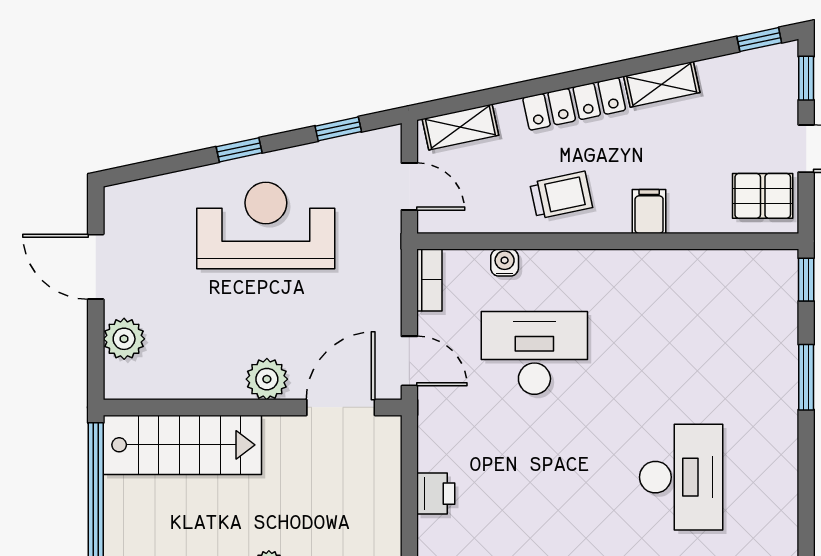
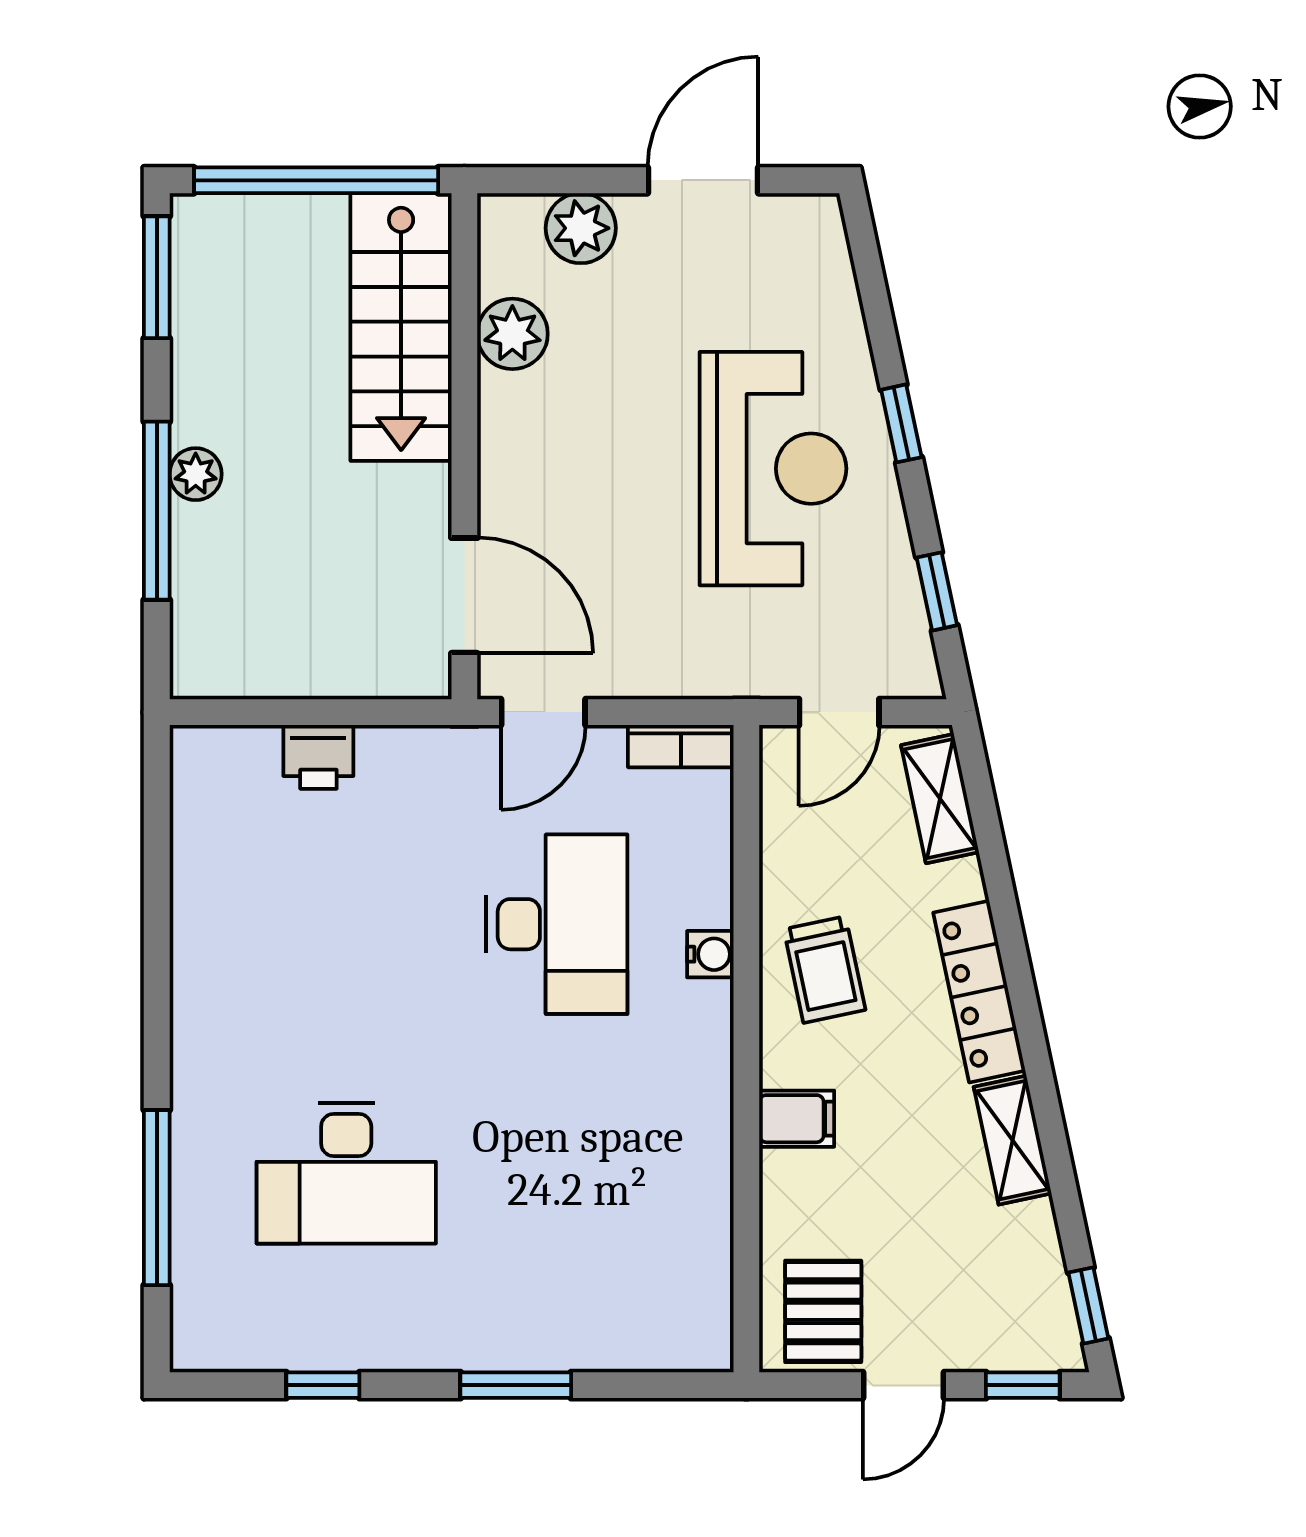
water cooler: (505, 262) -> (710, 954), moved
window: (806, 280) -> (323, 1385), moved
plant: (267, 379) -> (512, 334), moved

